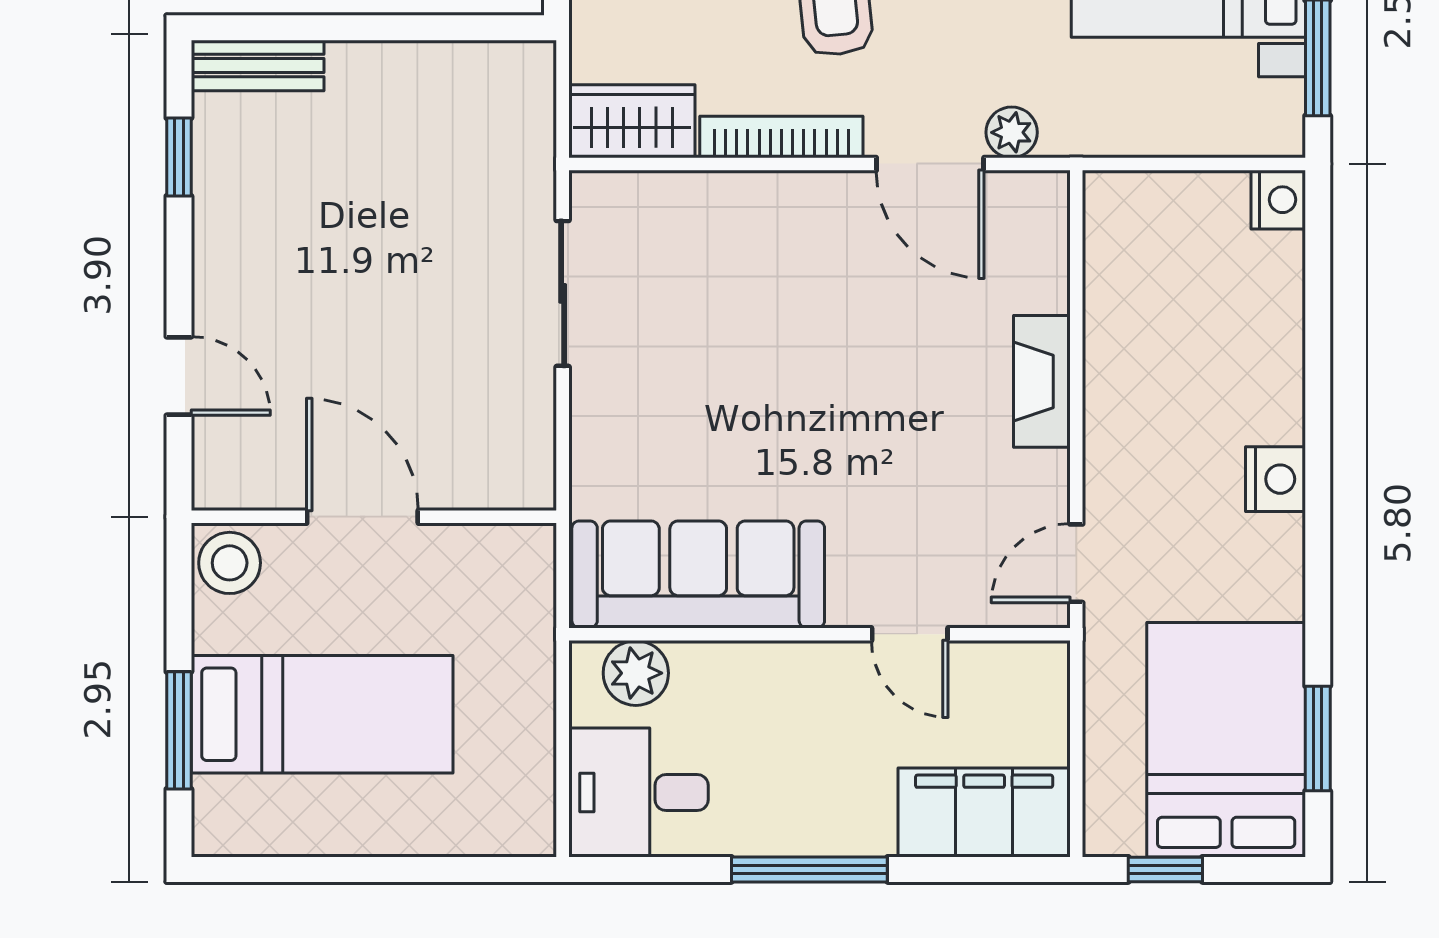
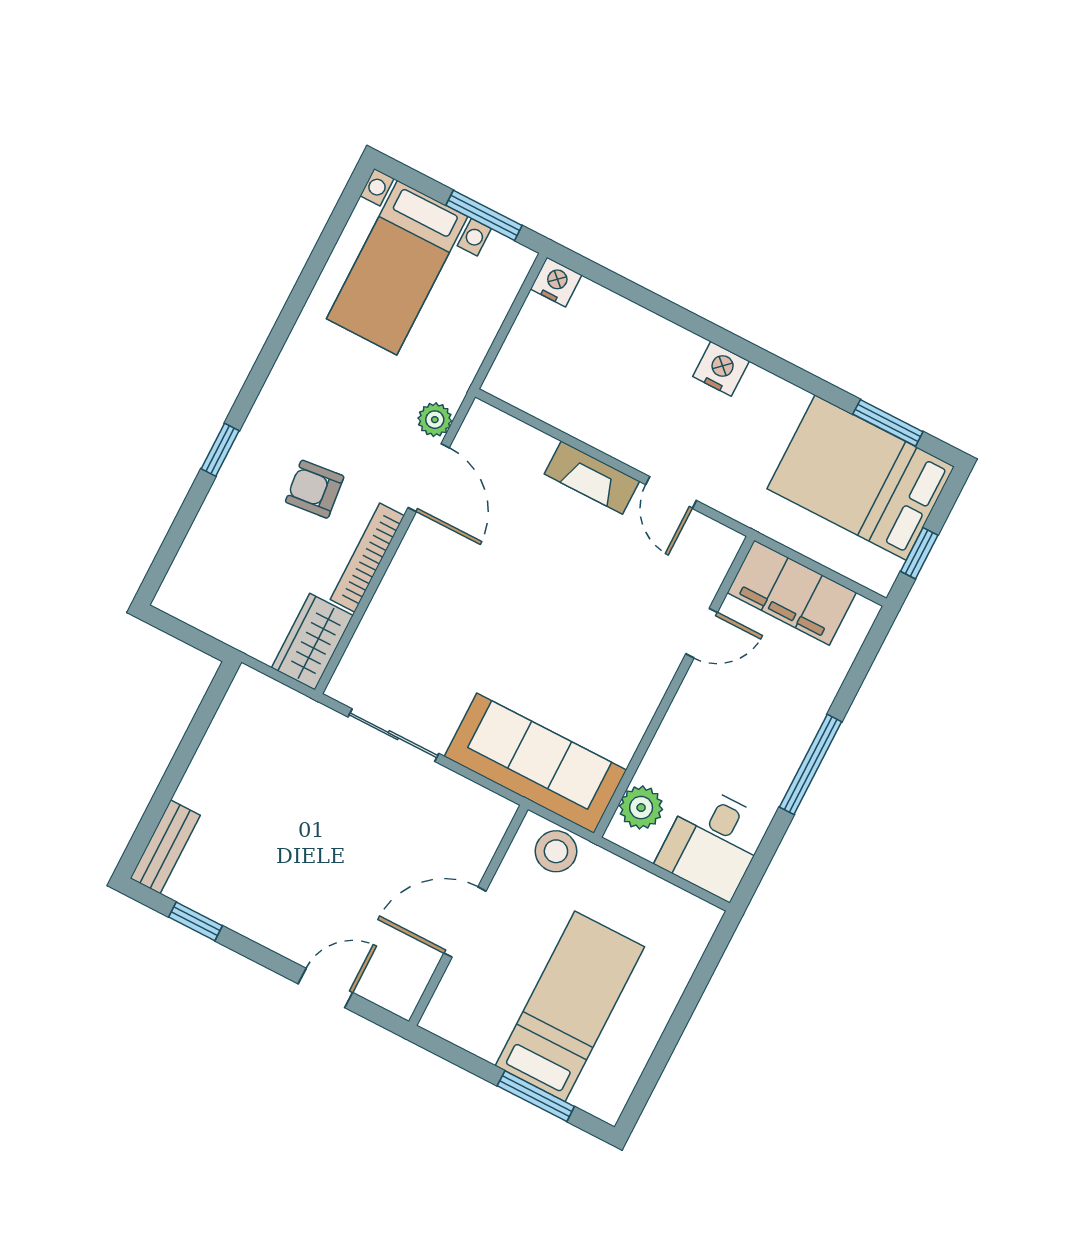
door: (930, 164) -> (429, 478), hinge flipped
stool: (230, 563) -> (556, 851), moved
door: (1076, 563) -> (671, 492), moved
sofa: (698, 574) -> (535, 763), moved, turned 90
filing cabinet: (984, 812) -> (792, 593), moved, turned -90

